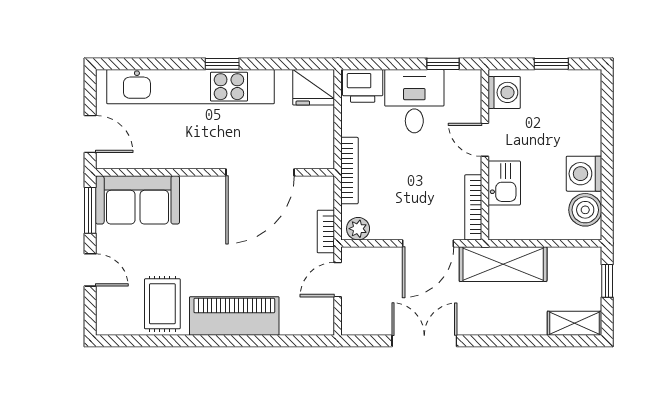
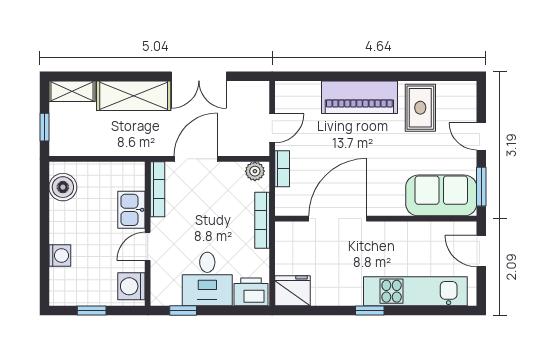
kitchen unit: (190, 87) -> (415, 291), width x0.73
door: (485, 140) -> (148, 246), swing flipped
washing machine: (584, 174) -> (60, 255), moved, width x0.73, depth x0.73
shelving: (503, 264) -> (134, 96), moved

